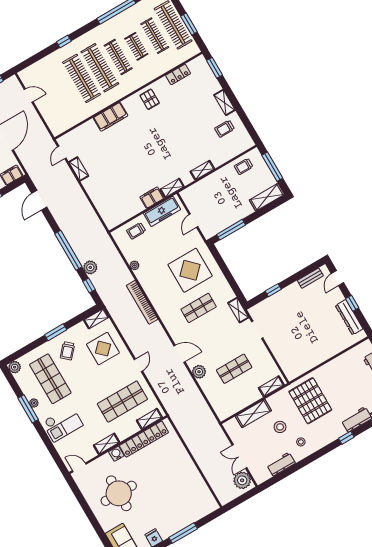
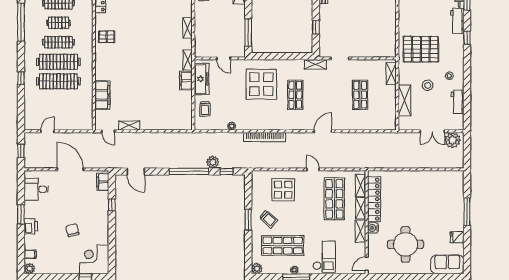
filing cabinet: (110, 117) -> (102, 95), moved
shelving: (96, 319) -> (361, 208), moved
plant: (199, 372) -> (346, 124), removed

